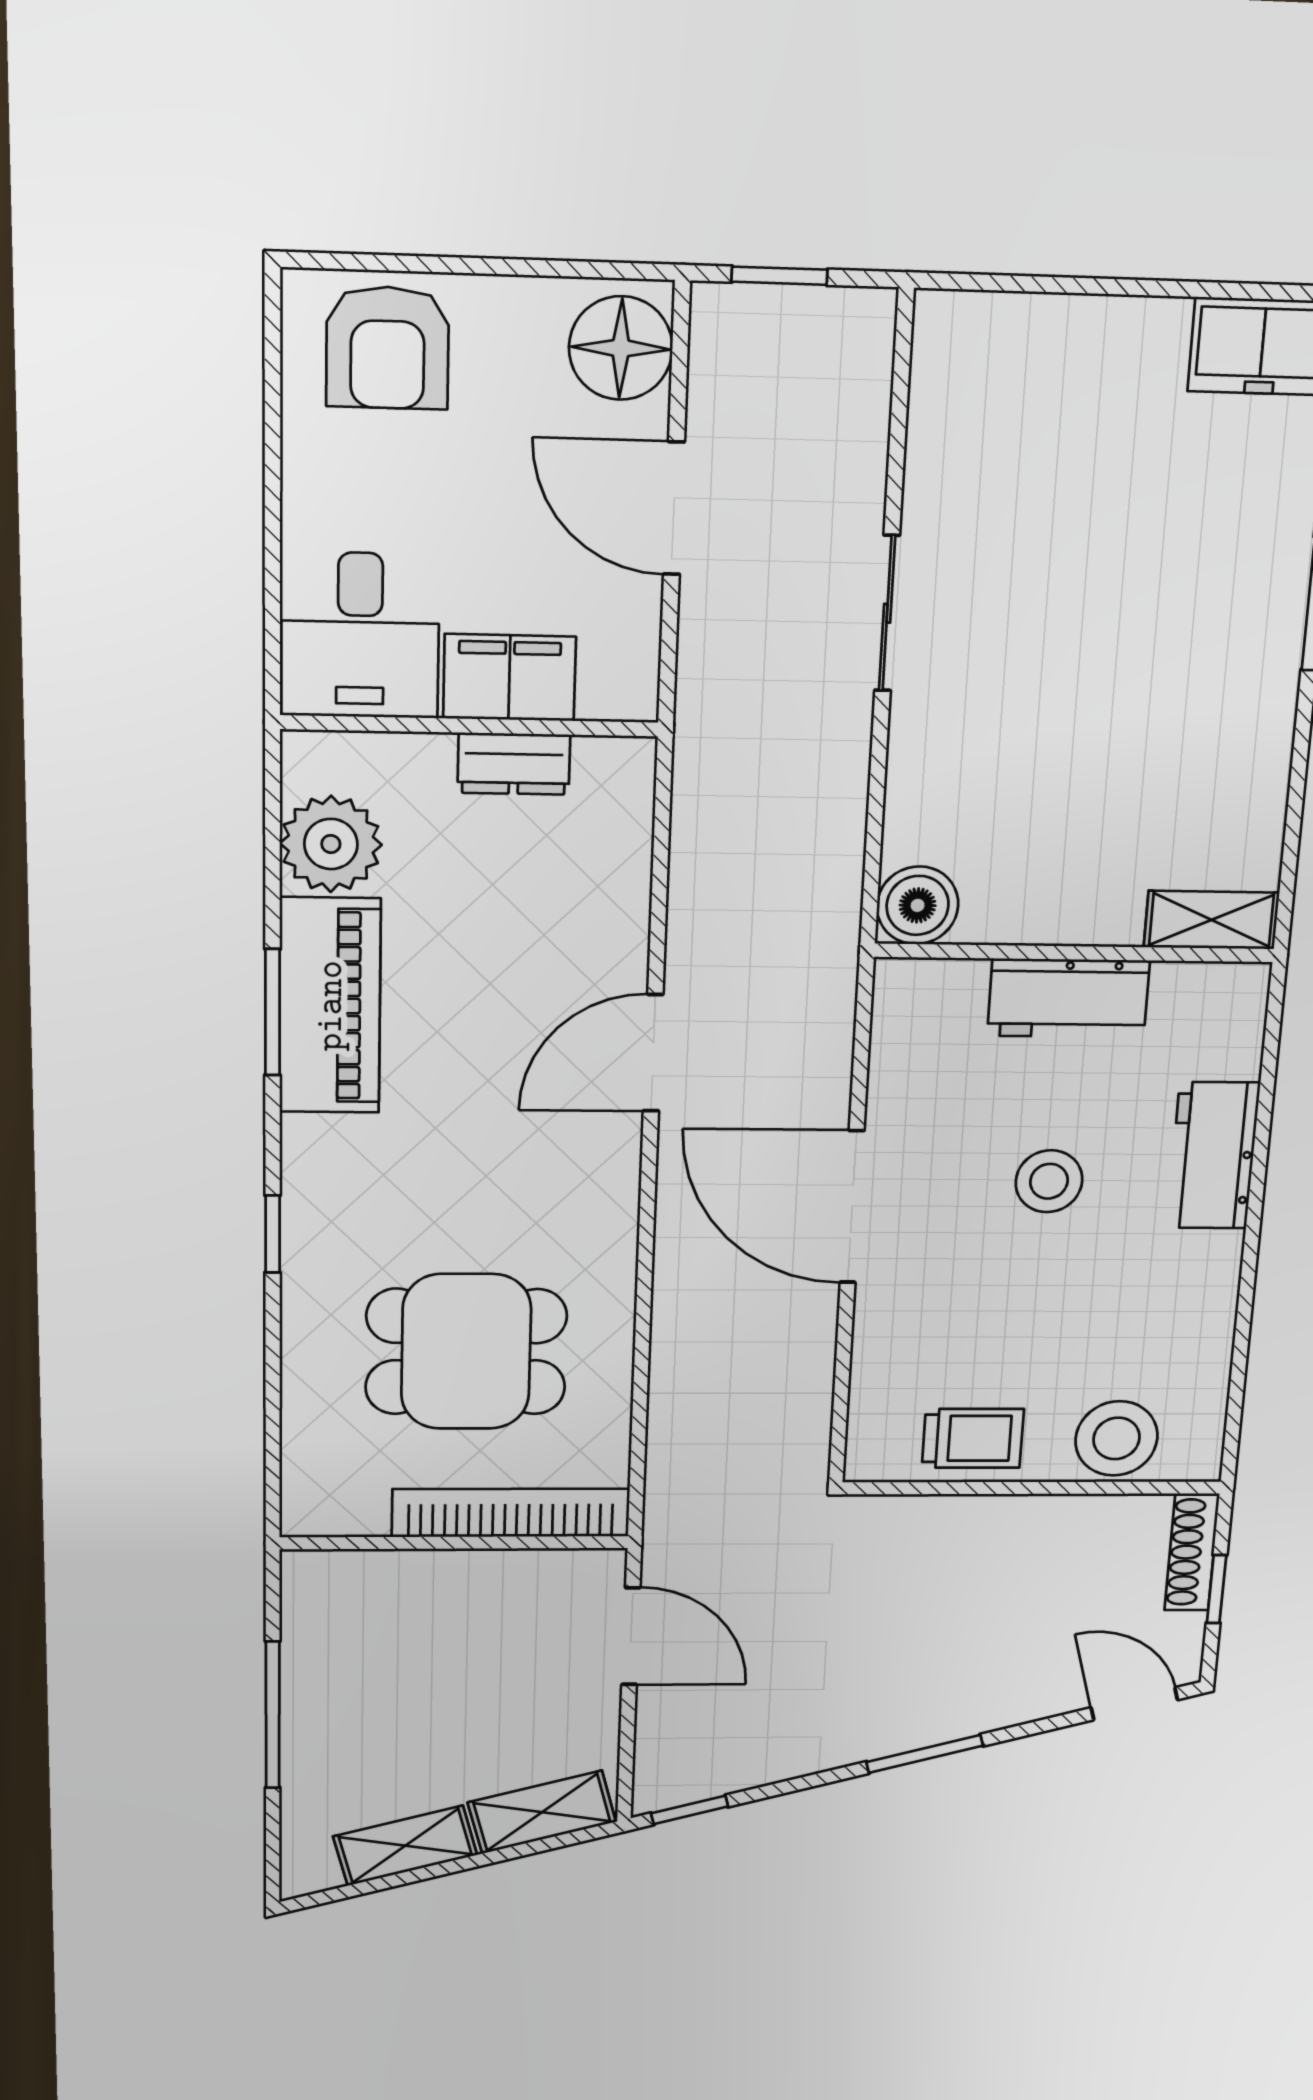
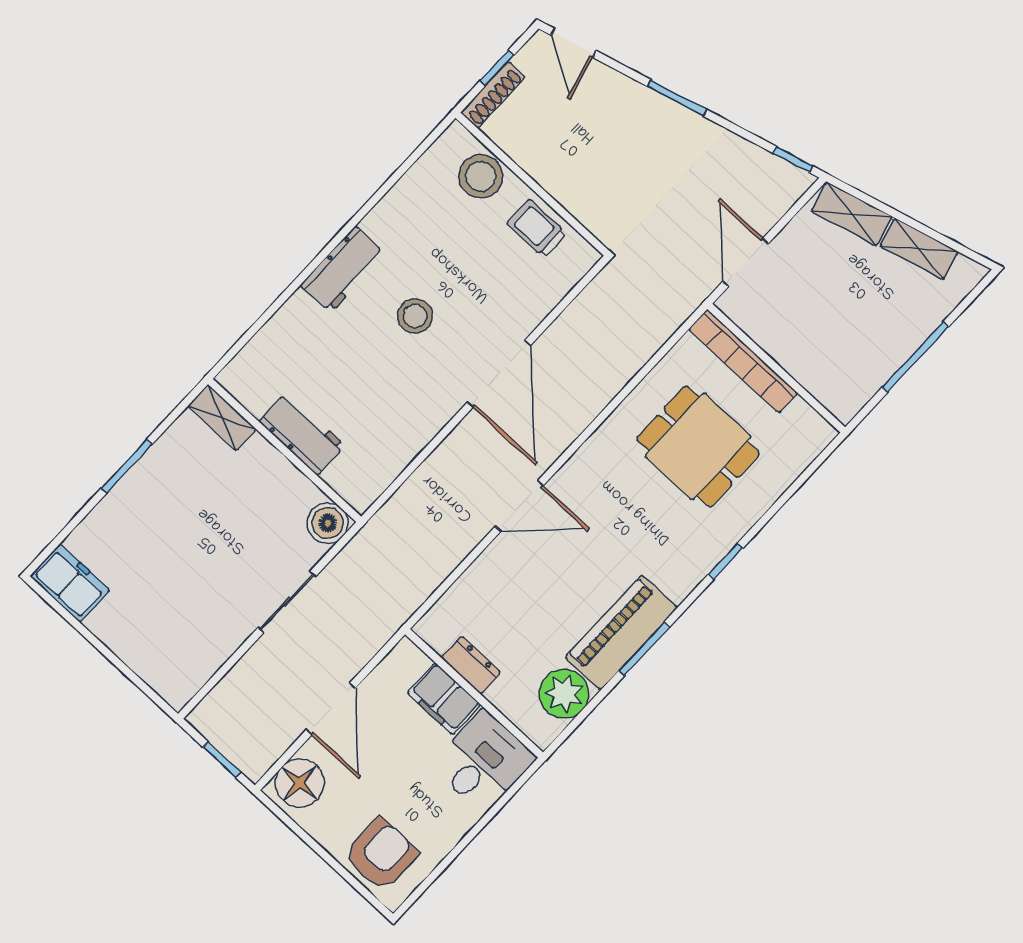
boiler: (918, 905) -> (328, 523), moved
shelving: (1211, 920) -> (222, 418), moved
wall: (1075, 953) -> (285, 450), moved
workbench: (1068, 998) -> (302, 434), moved

